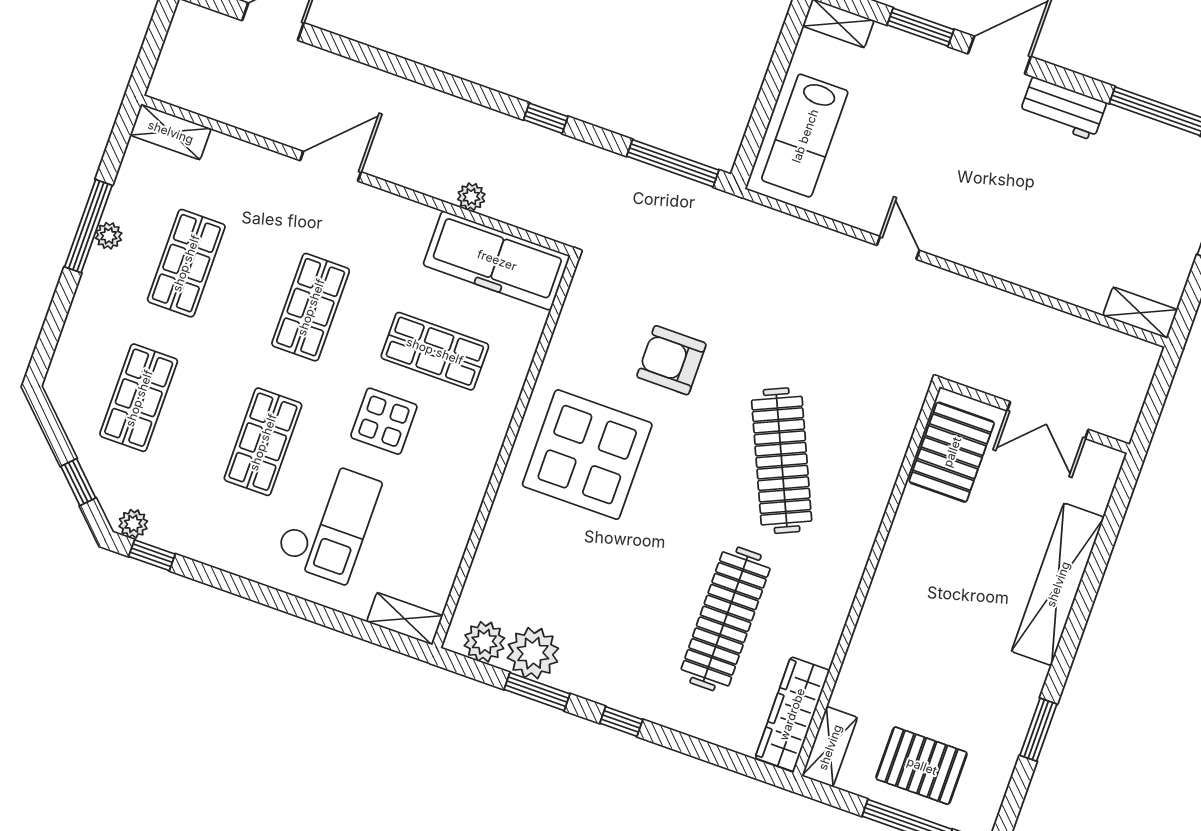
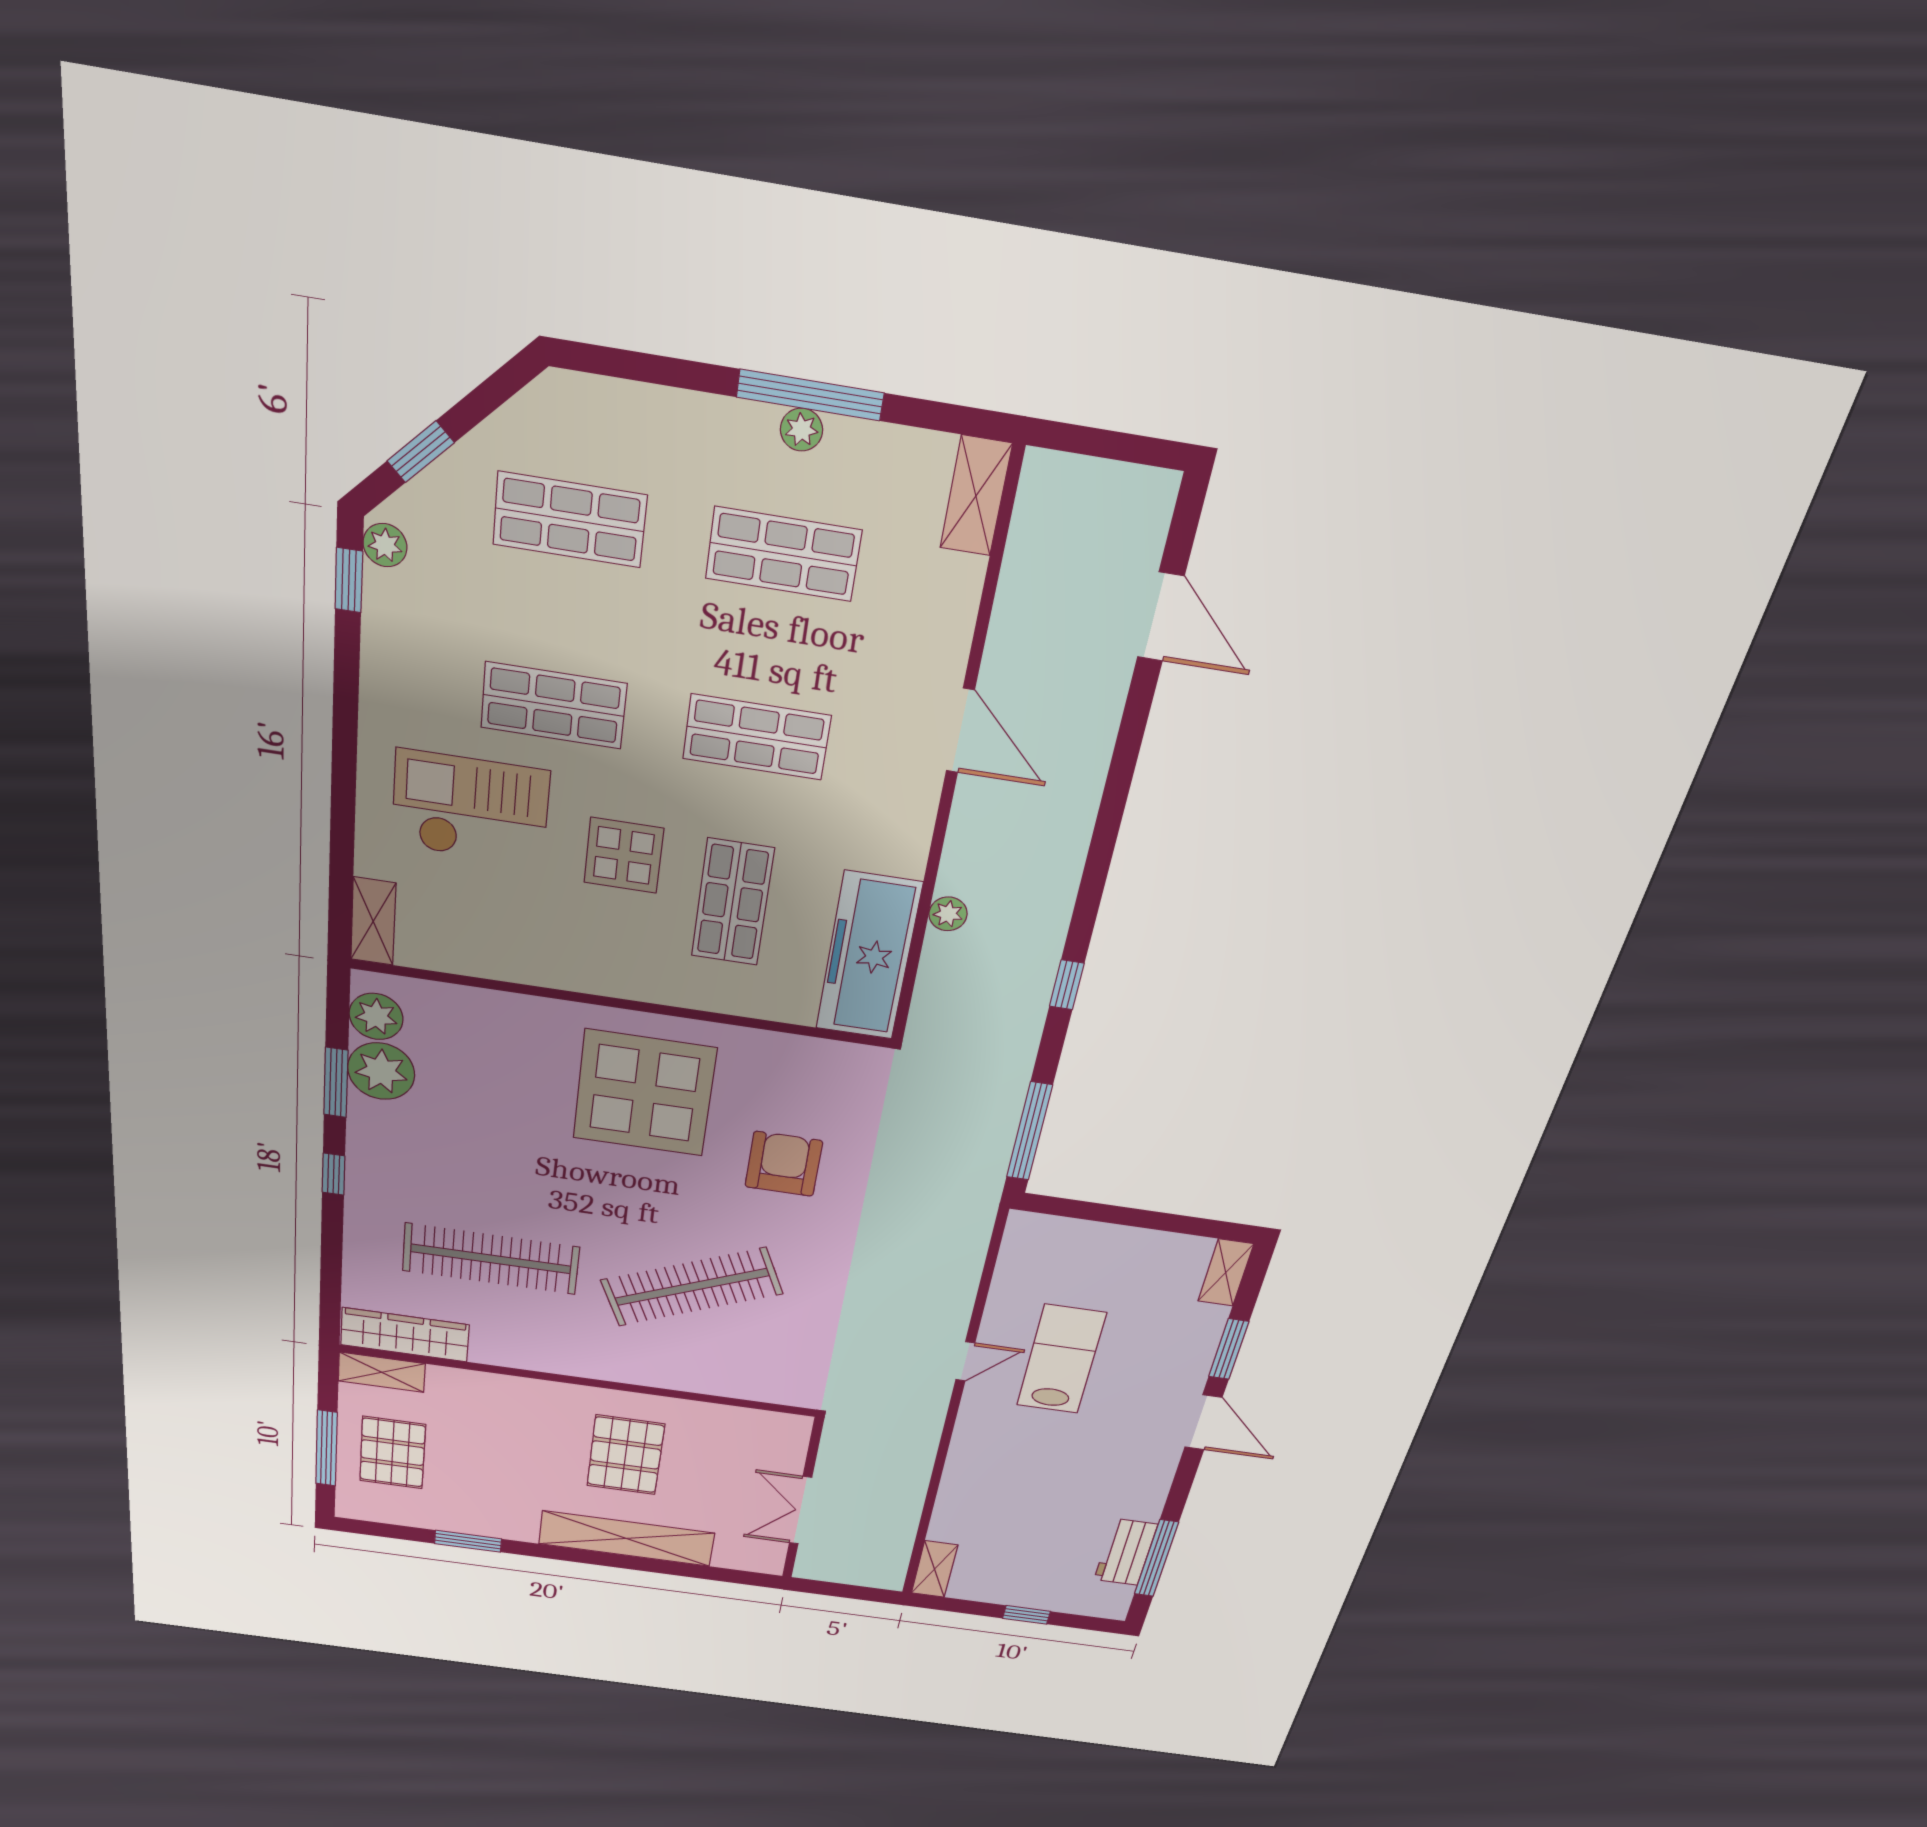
workbench: (1063, 109) -> (1126, 1552), moved
lab bench: (805, 136) -> (1061, 1359), moved, turned 90
pallet: (952, 452) -> (626, 1455), moved, turned 90
checkout: (328, 521) -> (470, 808), turned 180

